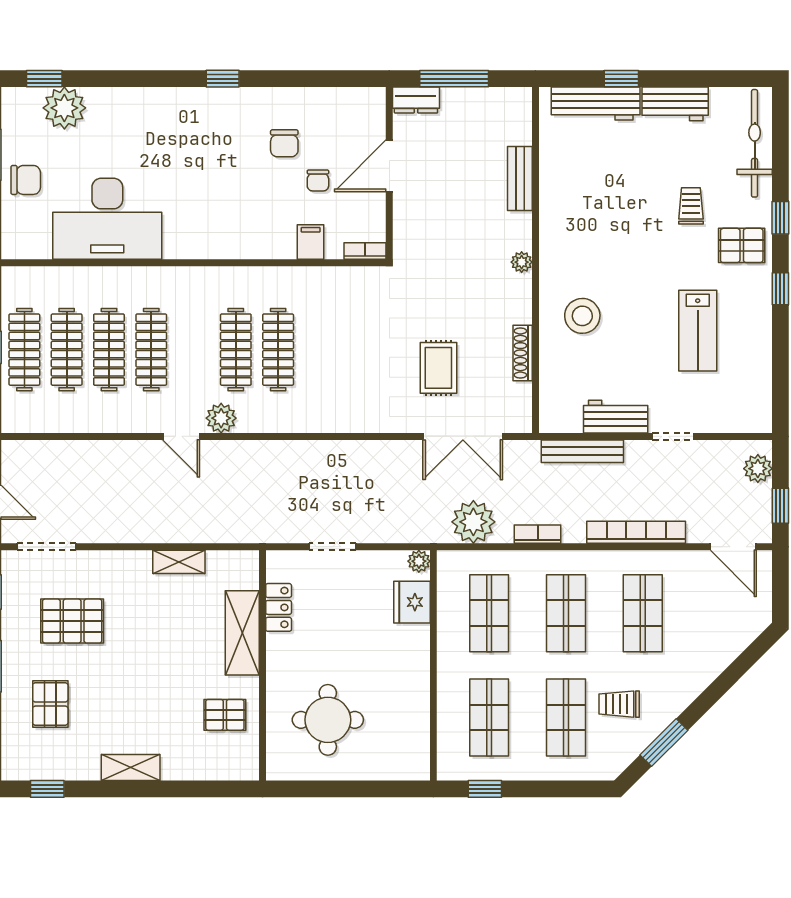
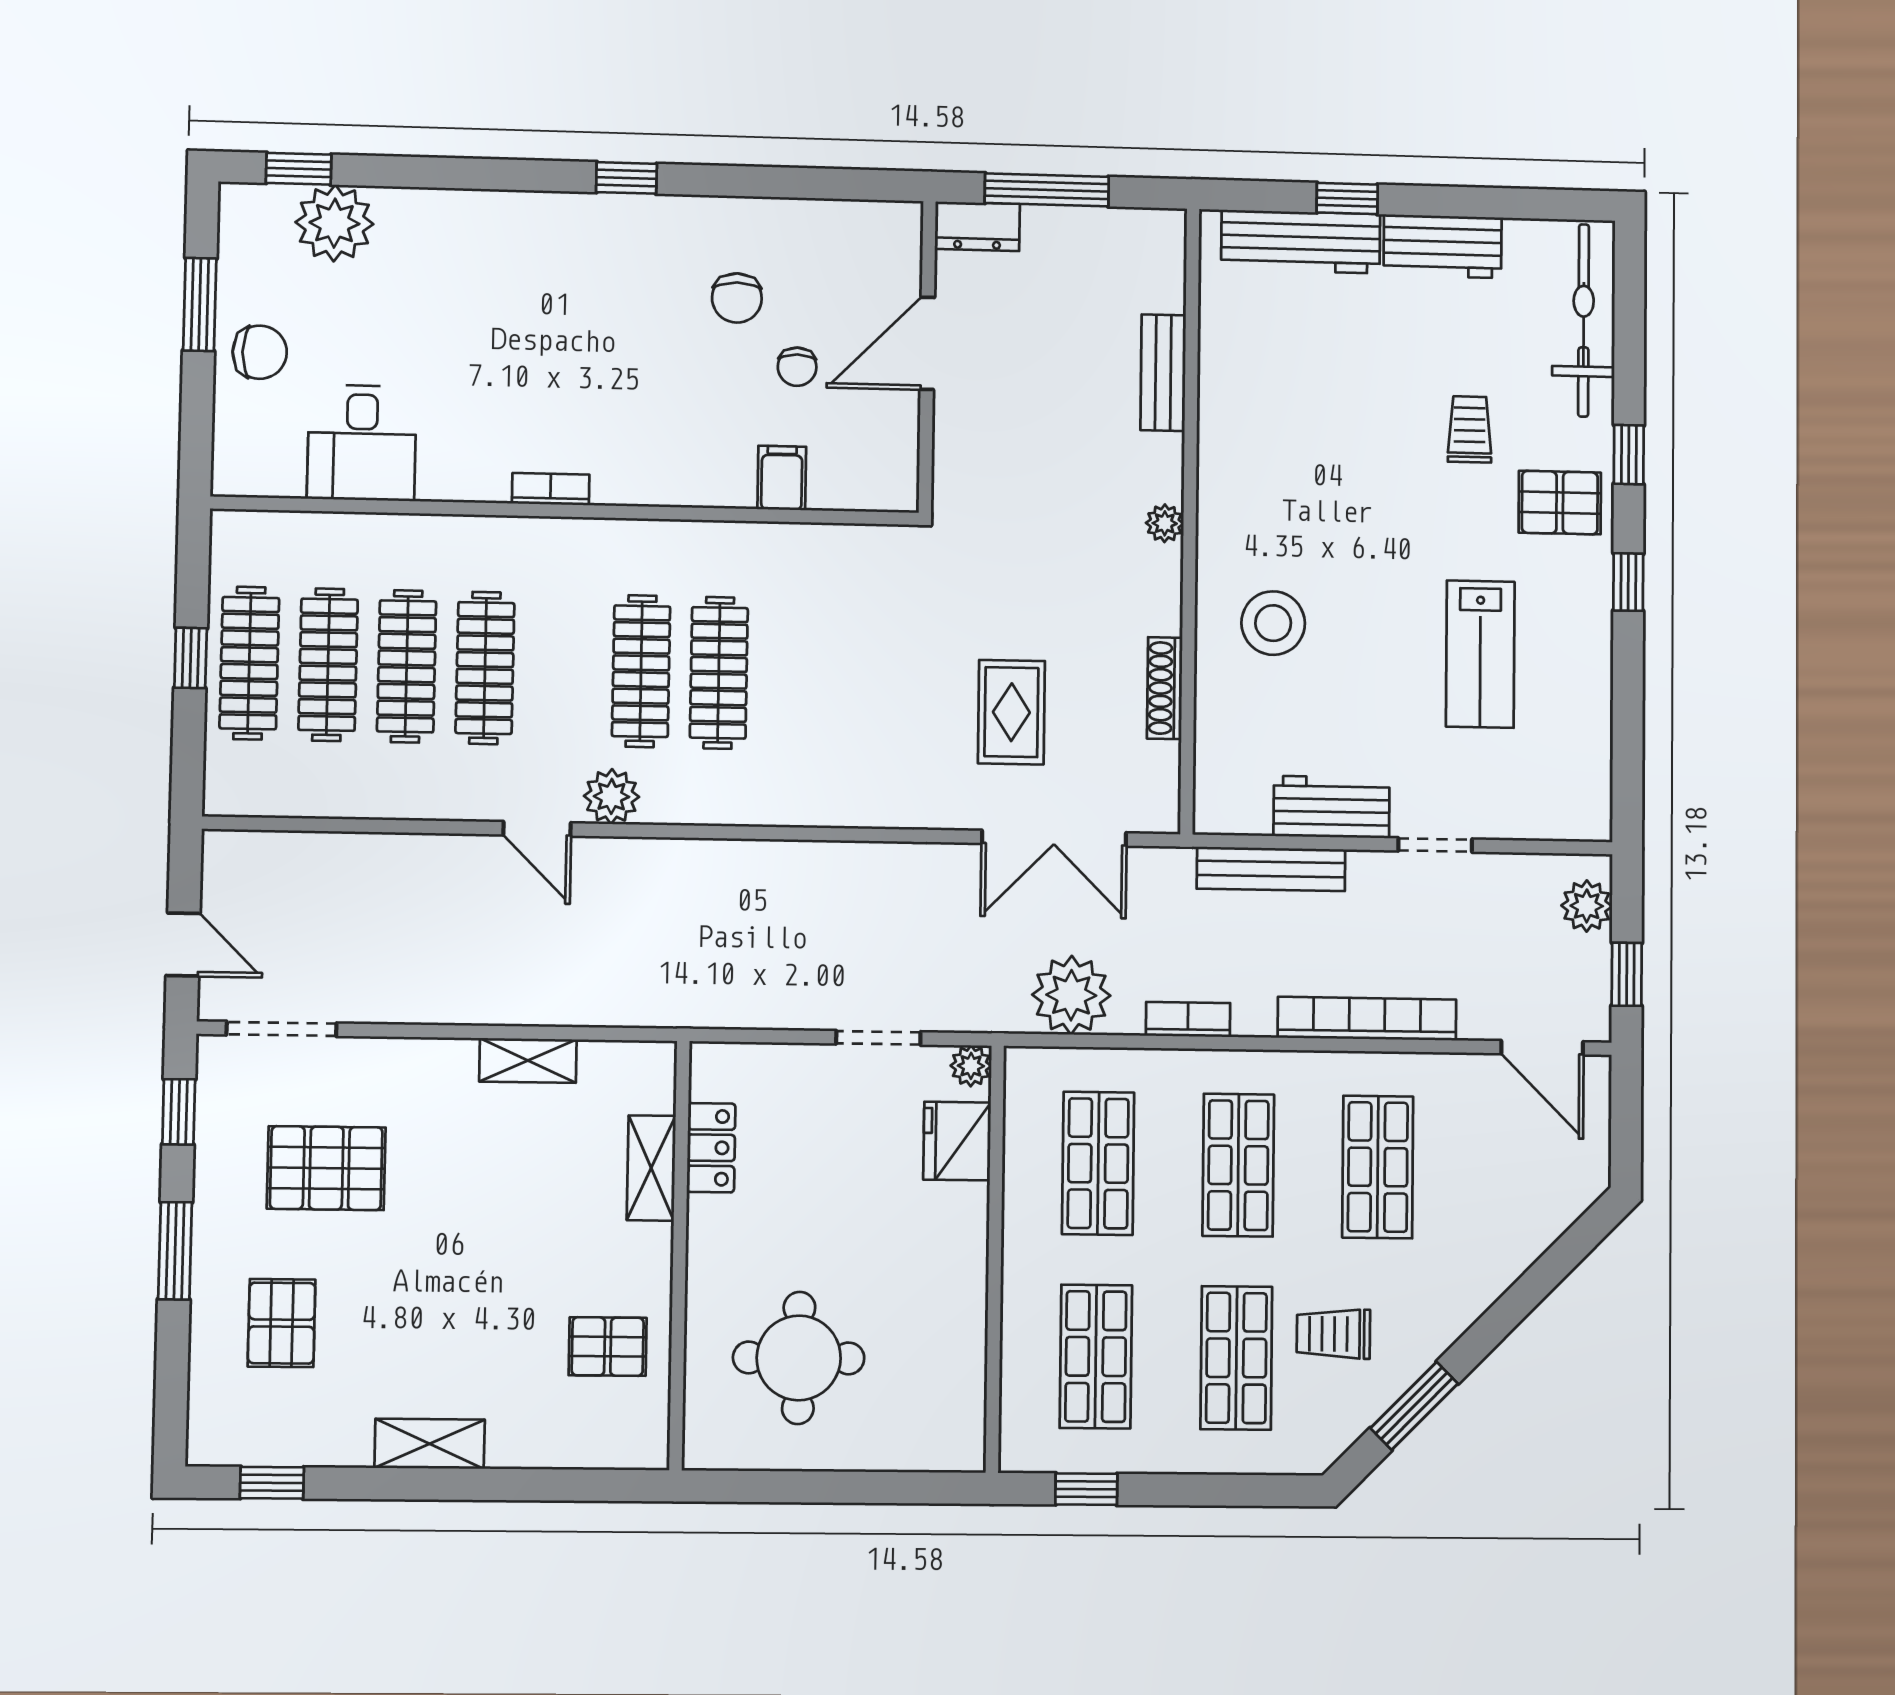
desk: (107, 219) -> (362, 443), width x0.53, depth x0.77
bookcase: (365, 251) -> (551, 489), moved
doorway: (333, 547) -> (878, 1038), moved
shelving: (242, 633) -> (651, 1168), width x0.67, depth x0.75

